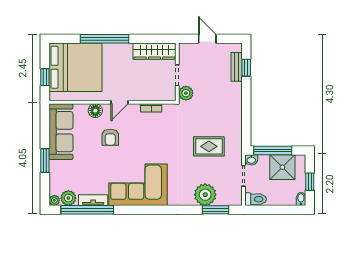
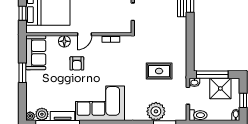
plant: (186, 93) -> (140, 27), removed
sofa: (61, 132) -> (36, 53), width x0.73
window: (45, 160) -> (22, 73), moved

